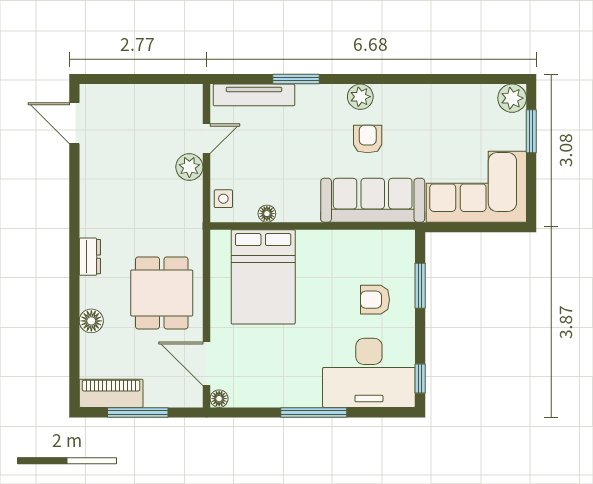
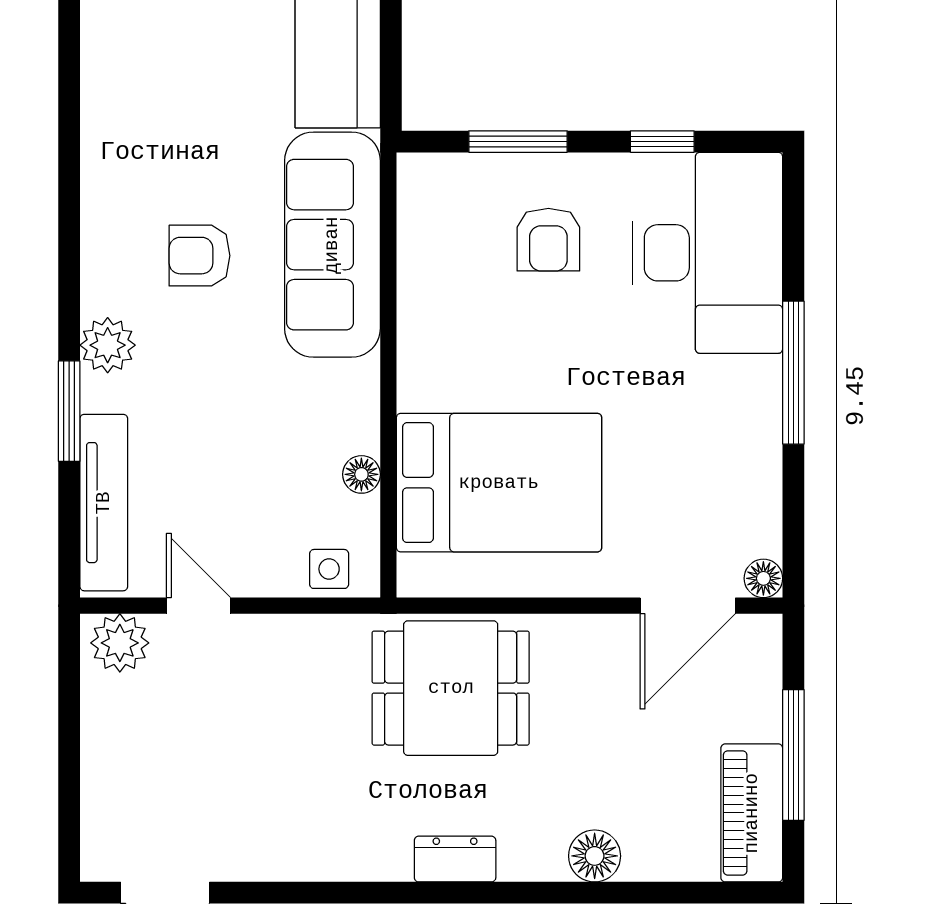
plant: (360, 97) -> (108, 345), moved
plant: (189, 167) -> (120, 643), moved
dining table: (162, 293) -> (451, 688), moved
window: (420, 378) -> (662, 142), moved

